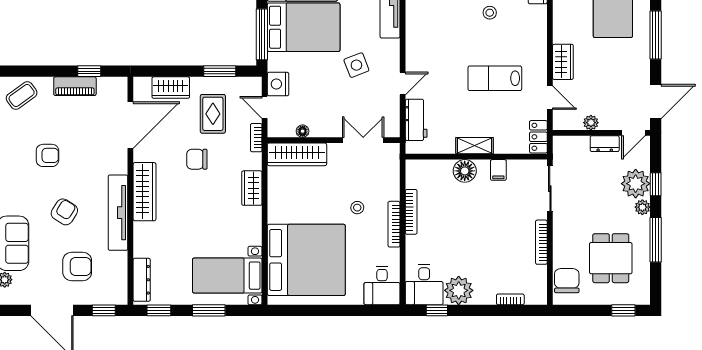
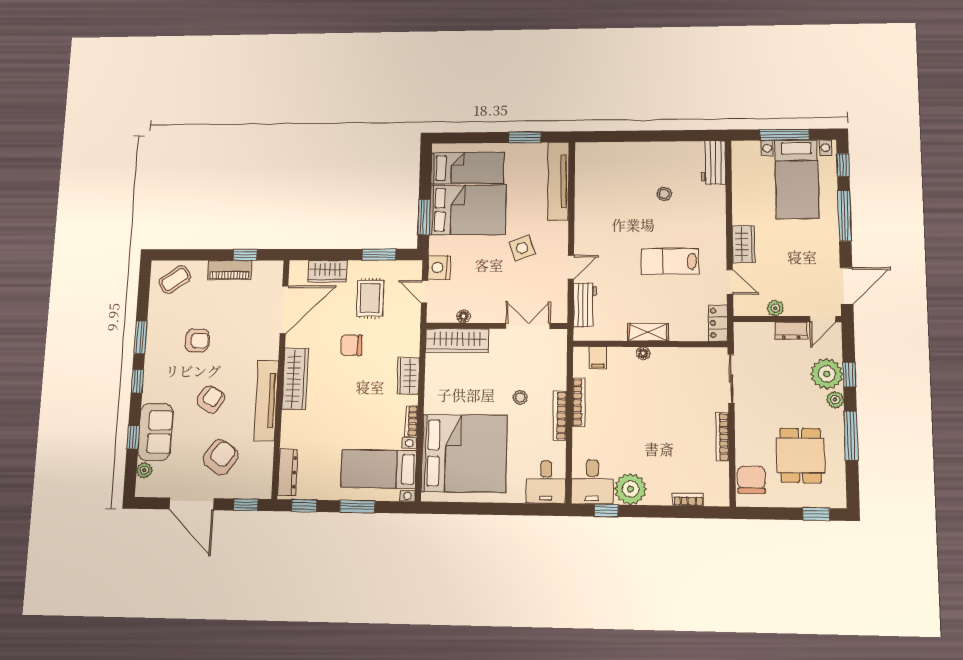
window: (262, 34) -> (424, 217), width x0.69
bookcase: (256, 138) -> (411, 421), moved
filing cabinet: (498, 170) -> (598, 358), moved
floor lamp: (465, 171) -> (643, 353), width x0.53, depth x0.53
armchair: (77, 266) -> (221, 457), turned -54

